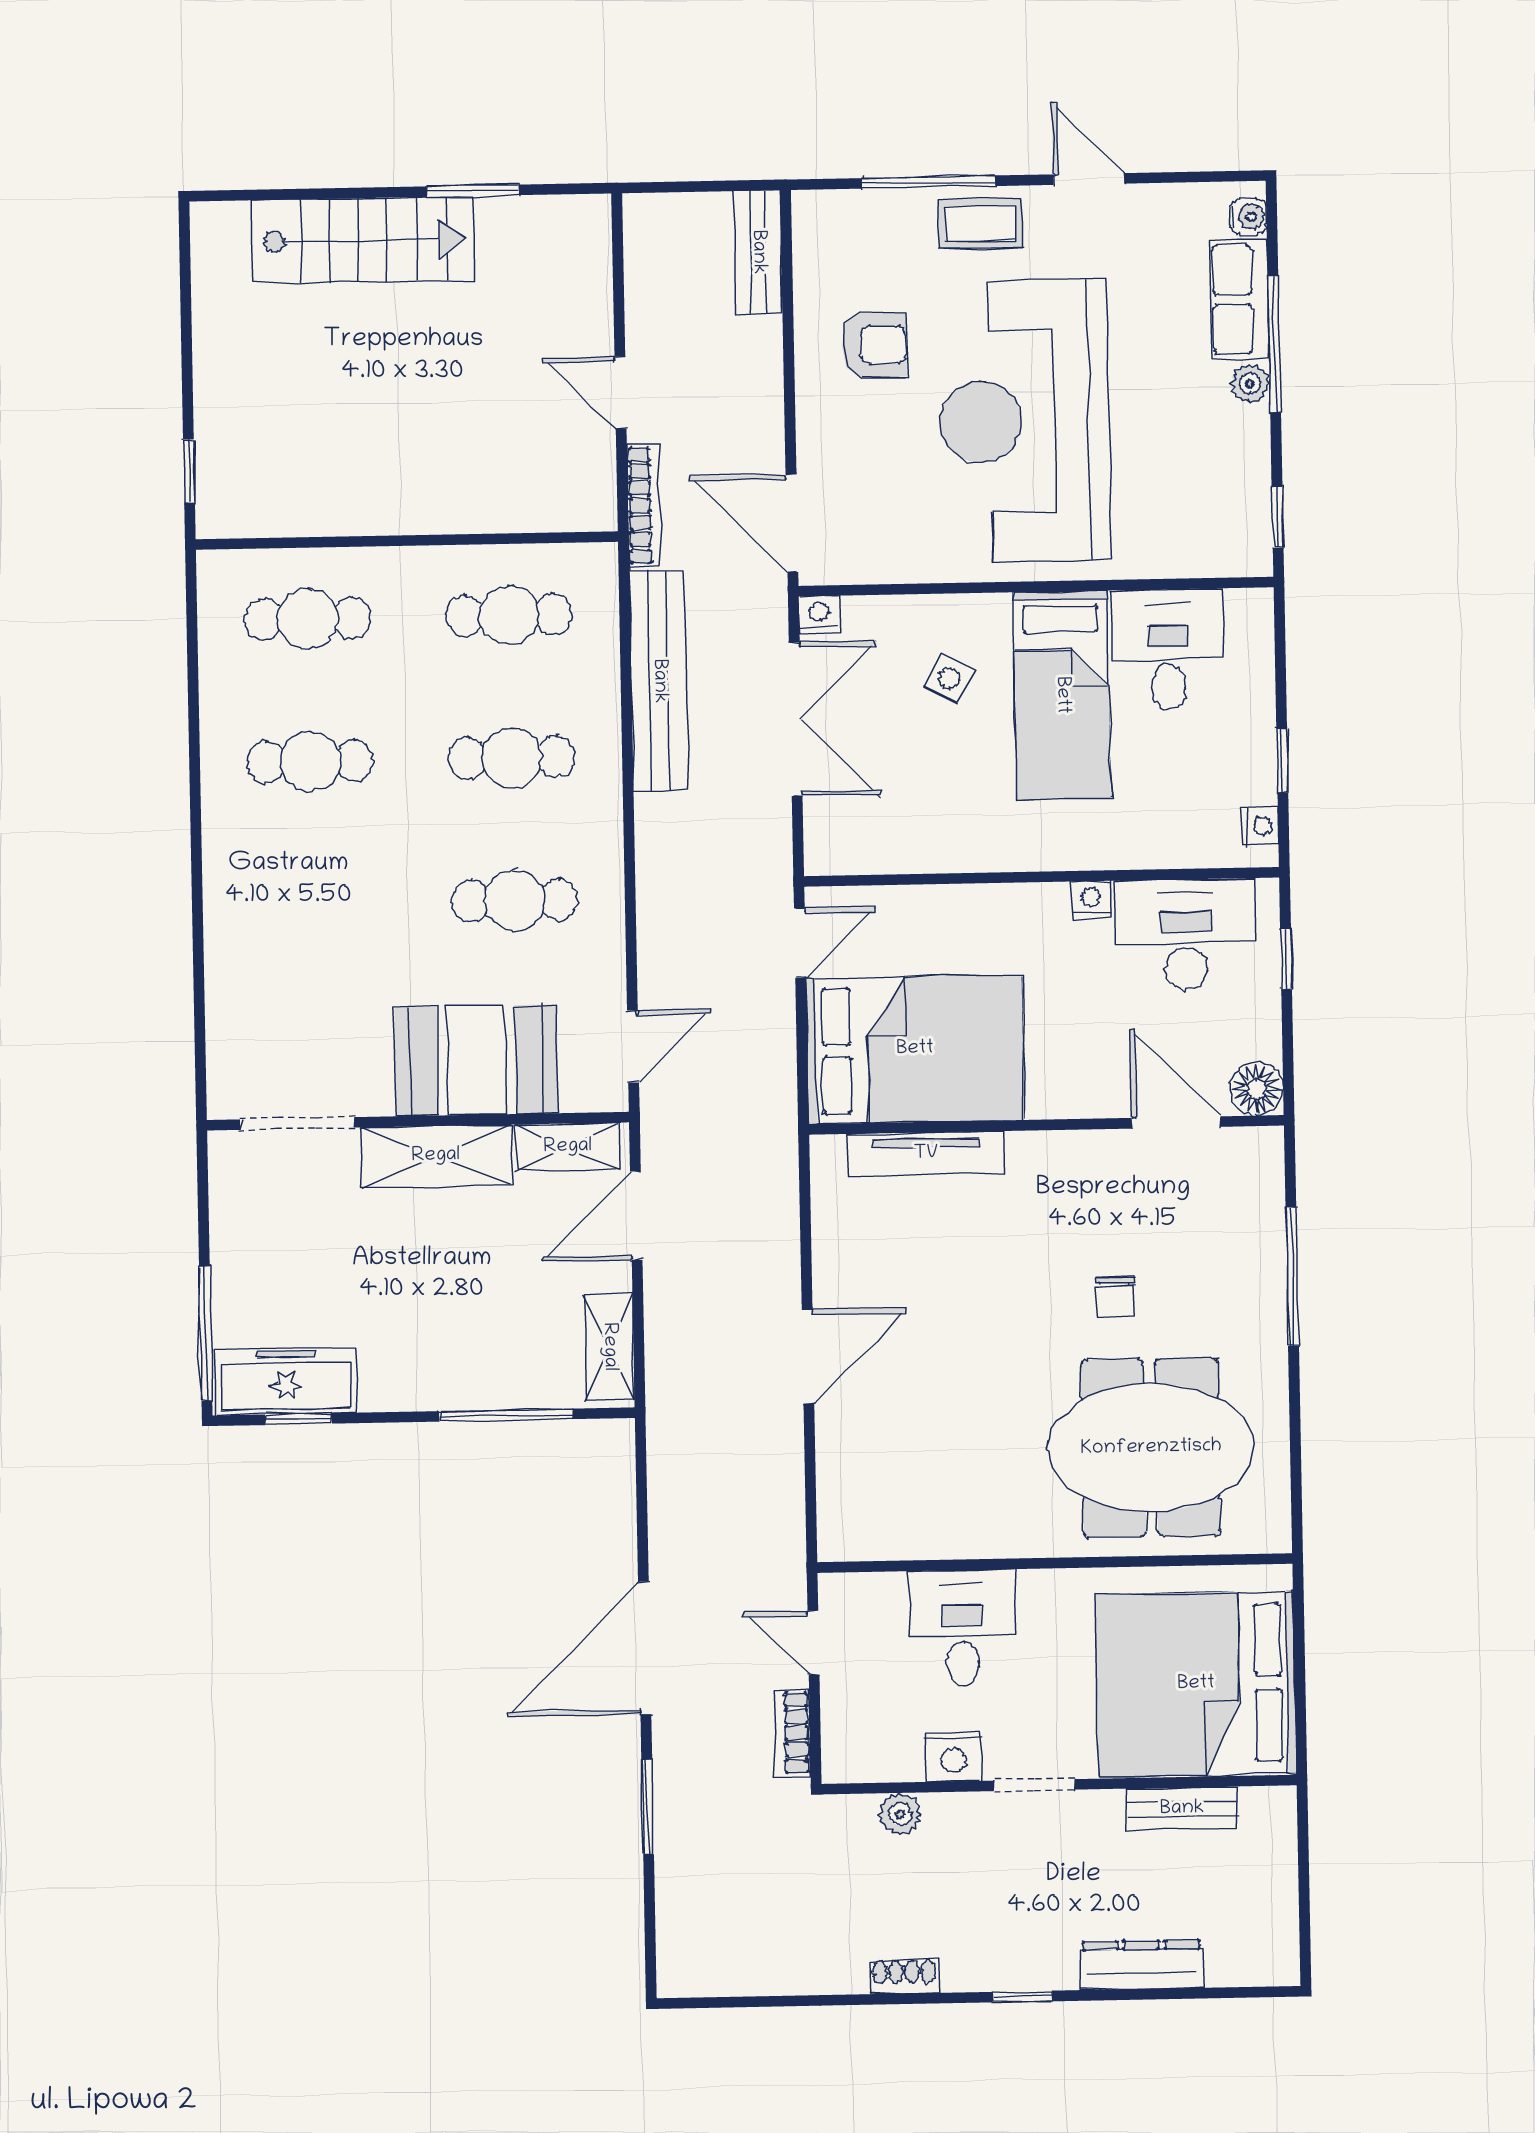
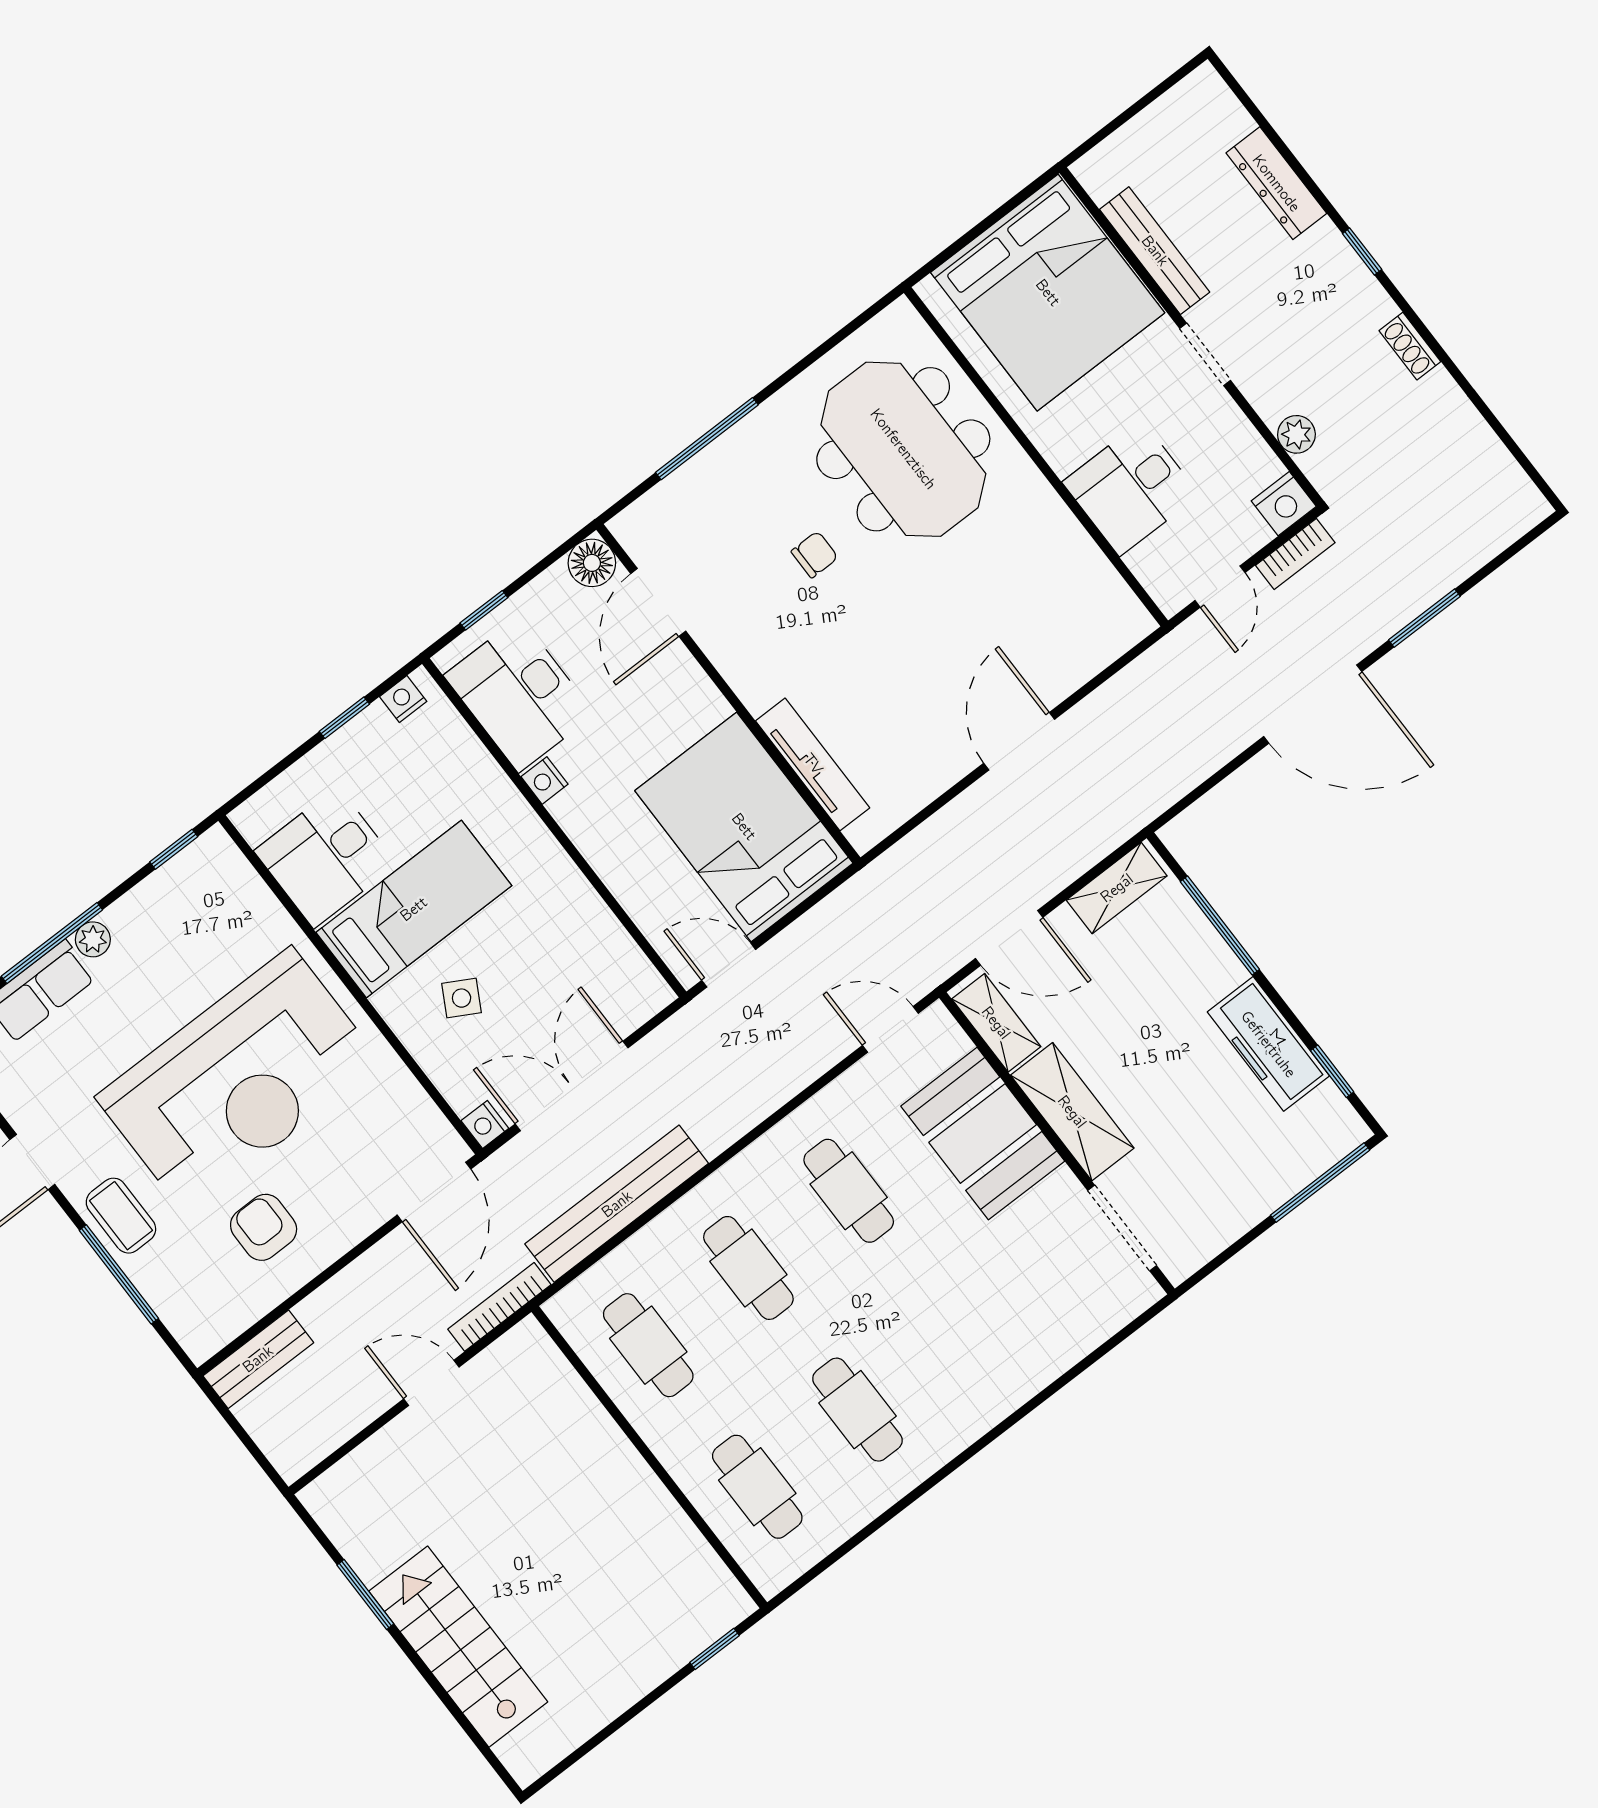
door: (620, 393) -> (431, 1383), swing flipped
door: (808, 1357) -> (1019, 741), hinge flipped
freezer: (286, 1381) -> (1268, 1044), moved
nightstand: (953, 1756) -> (1284, 504), moved, turned 90
bench: (1182, 1809) -> (1155, 251), width x1.36

